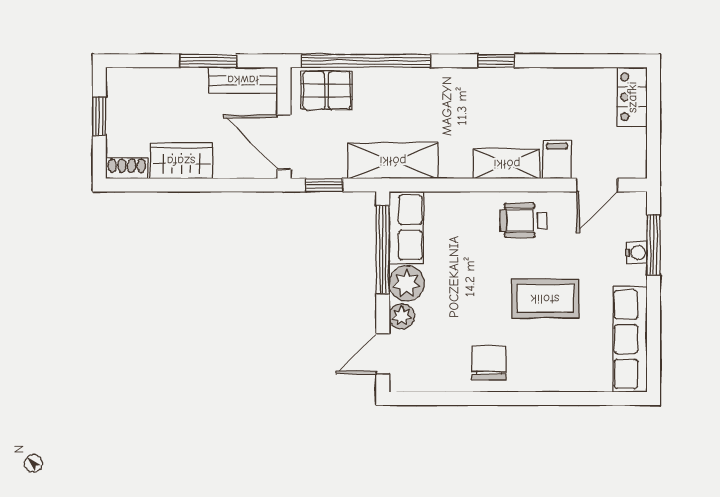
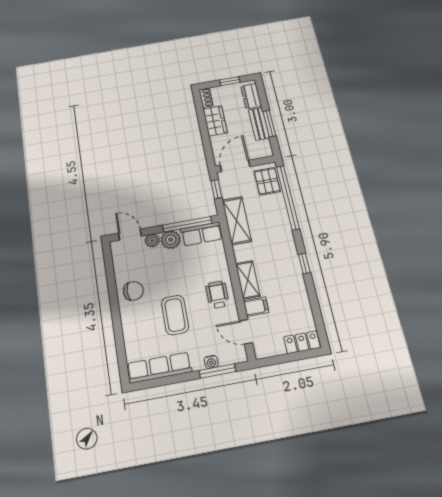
bench: (243, 80) -> (259, 124), moved
dresser: (141, 82) -> (251, 96), added

